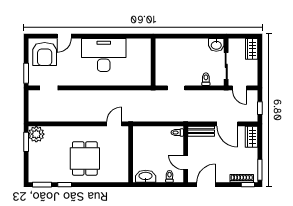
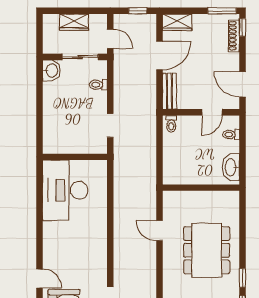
wardrobe: (252, 49) -> (74, 22), moved
desk: (104, 55) -> (65, 190), moved
door: (240, 88) -> (110, 39), hinge flipped
door: (114, 124) -> (159, 231), moved
dining table: (85, 158) -> (207, 250), width x1.38

